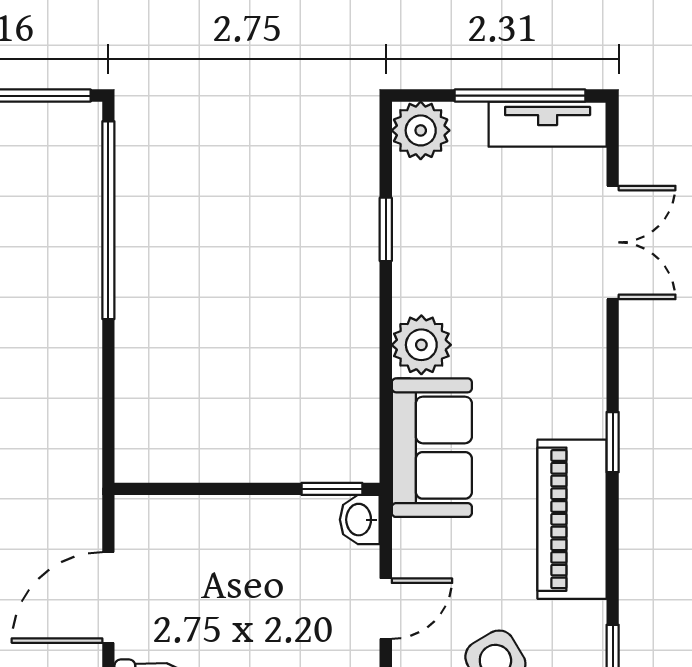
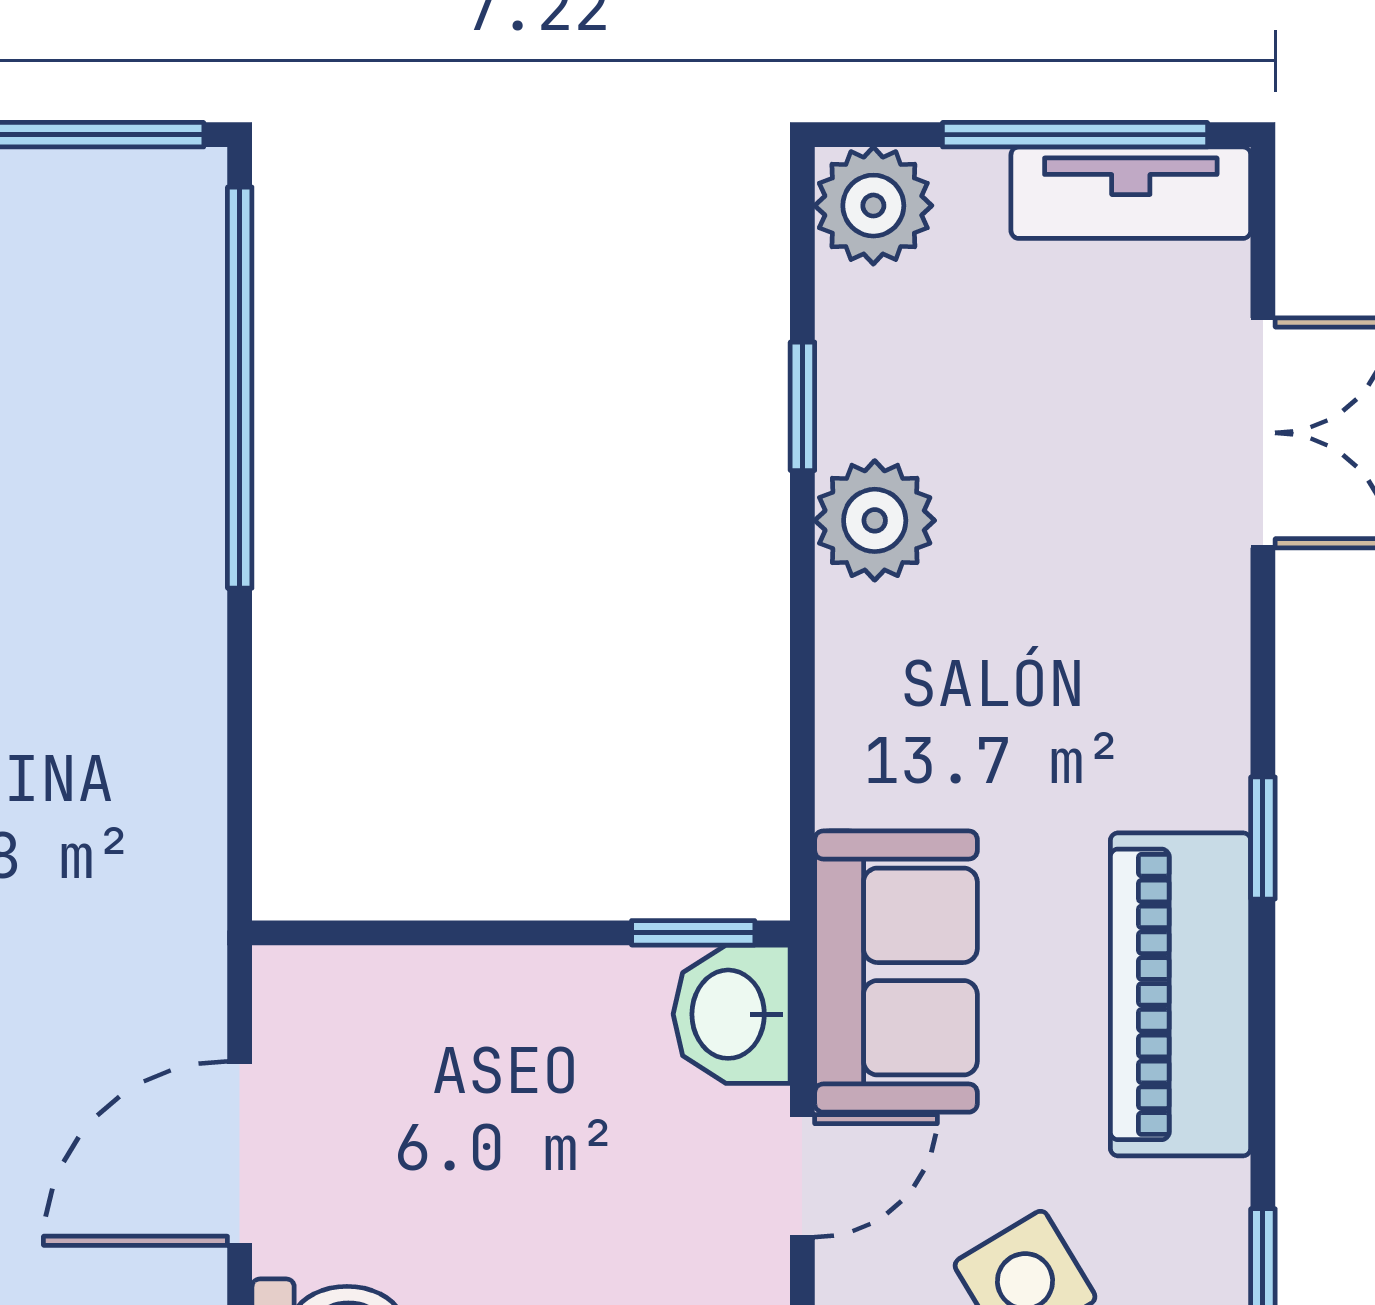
plant: (421, 345) -> (875, 520), moved
sofa: (432, 448) -> (896, 972), moved
washbasin: (360, 520) -> (732, 1014), width x1.38, depth x1.45

